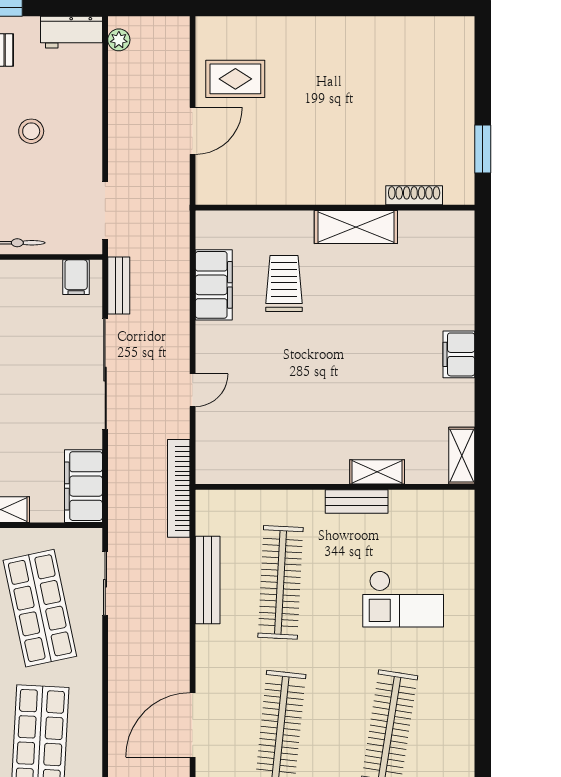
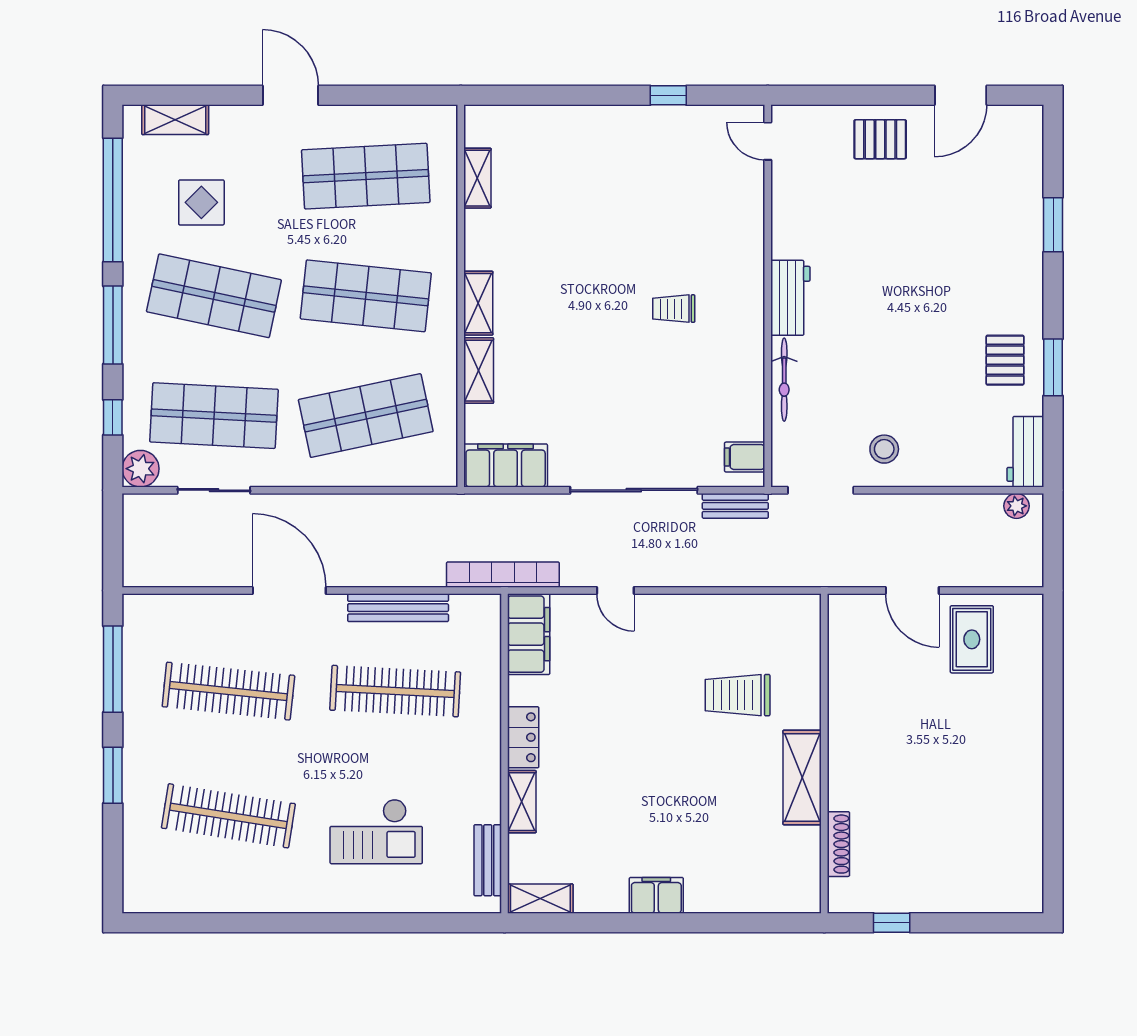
stool: (31, 131) -> (884, 449), moved
window: (483, 149) -> (892, 923), width x0.67
trolley: (284, 283) -> (738, 695), turned 180
filing cabinet: (214, 285) -> (529, 634), moved, turned -90
locker: (321, 471) -> (523, 737), added
bench: (357, 502) -> (488, 860), moved
sliding door: (105, 583) -> (214, 490), moved
checkout: (403, 599) -> (376, 831), turned -90
door: (193, 725) -> (289, 590), moved

